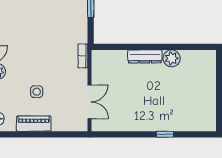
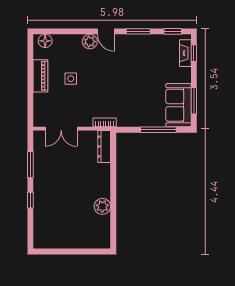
dresser: (145, 56) -> (104, 147), moved
window: (127, 134) -> (30, 165), added

